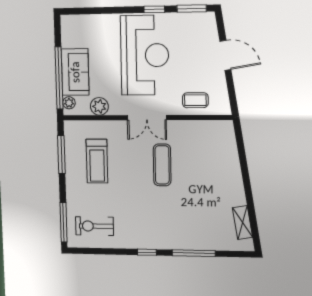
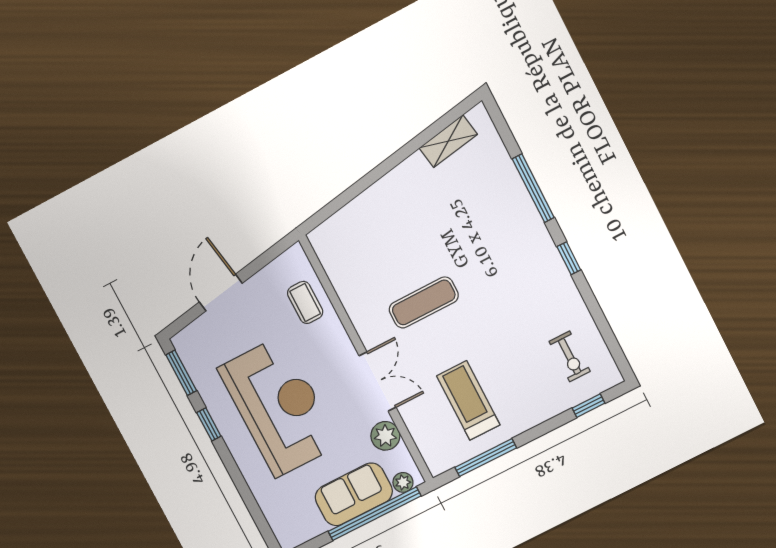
reception desk: (145, 55) -> (279, 406), turned 90
double door: (147, 118) -> (378, 382), moved
treadmill: (97, 161) -> (468, 400), turned -90
window: (64, 222) -> (589, 406), width x0.46
exercise bike: (95, 226) -> (570, 356), width x0.73, depth x0.72

